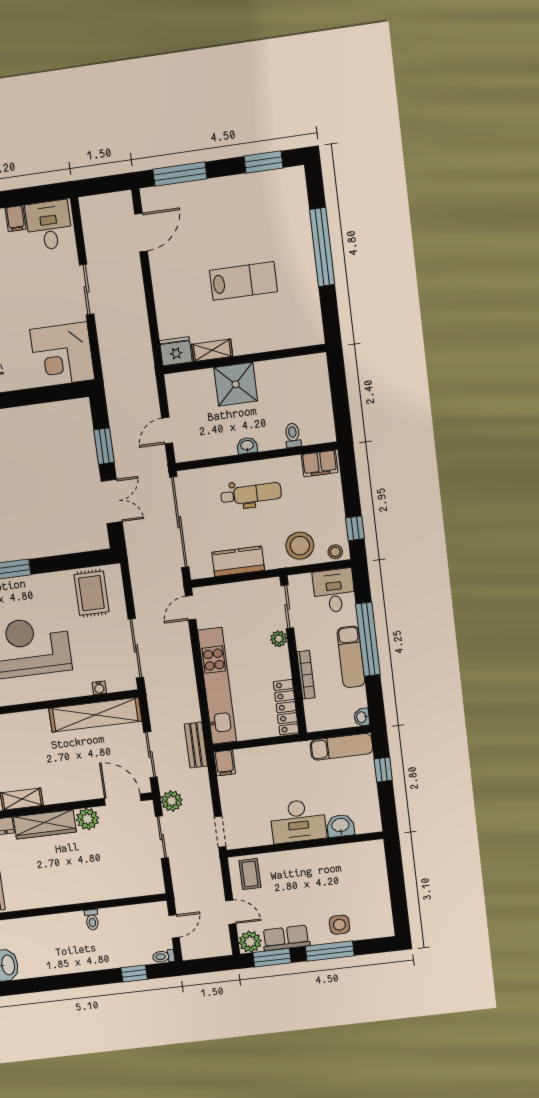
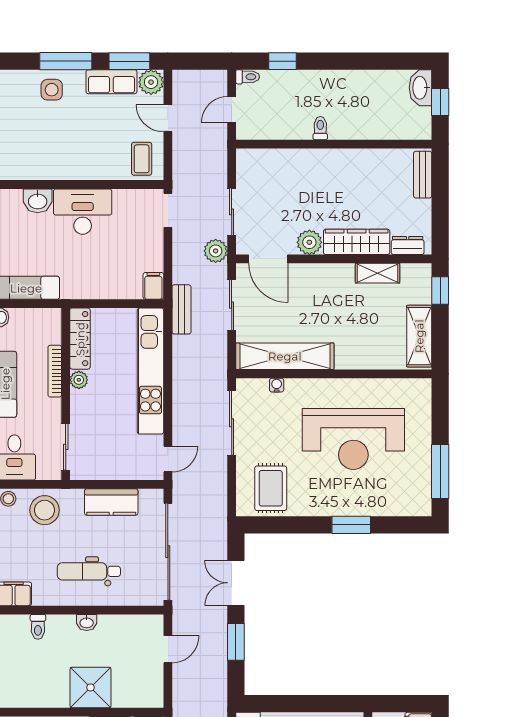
plant: (279, 639) -> (79, 380), moved

